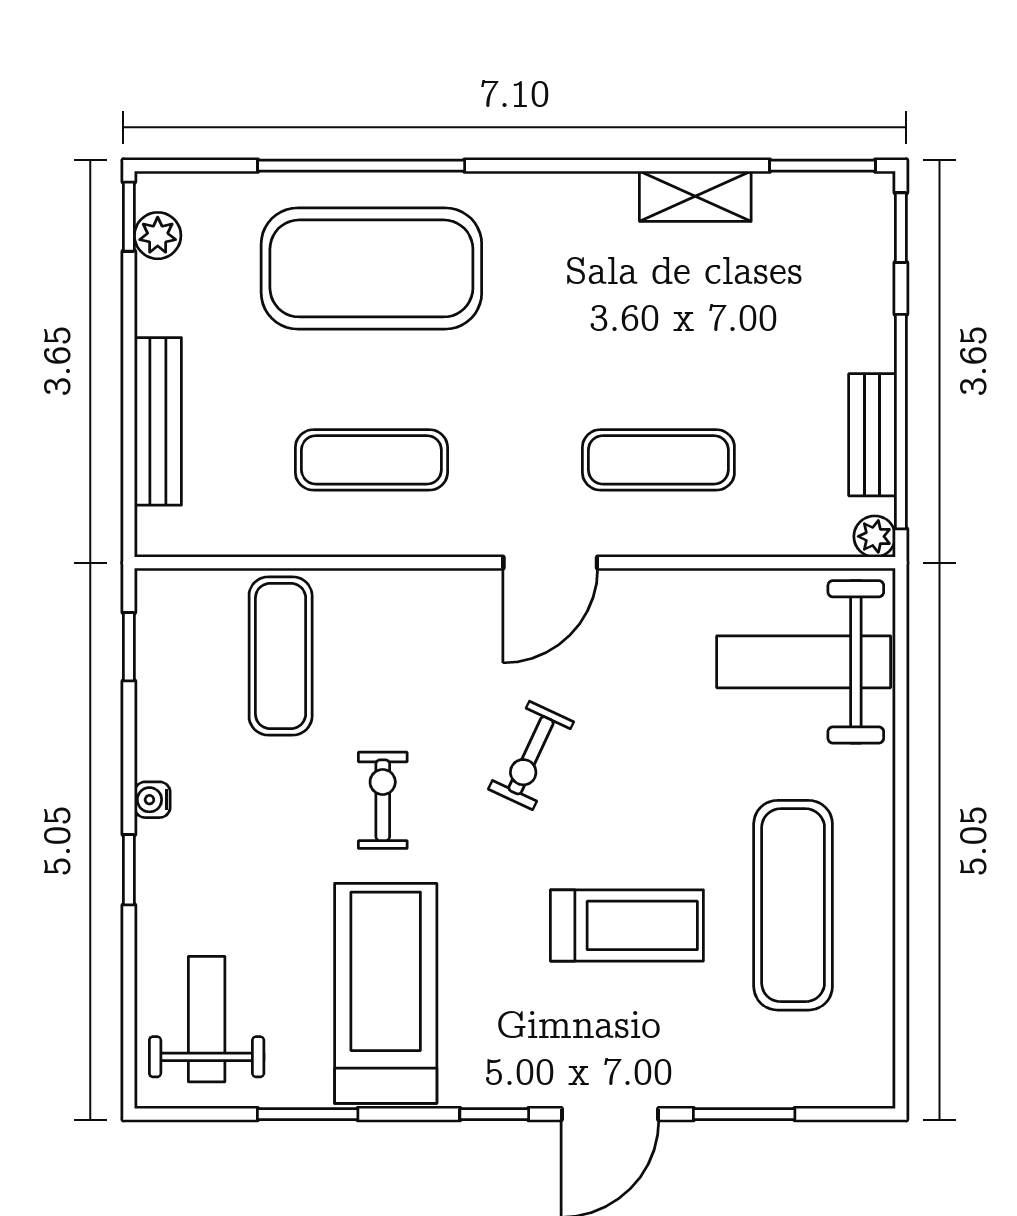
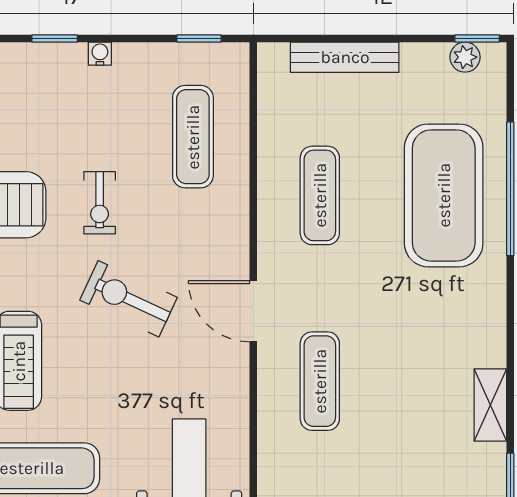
exercise mat: (281, 656) -> (193, 137), turned 90
exercise bike: (531, 755) -> (129, 299), width x1.38, depth x1.39
exercise bike: (383, 800) -> (100, 203), turned 90

